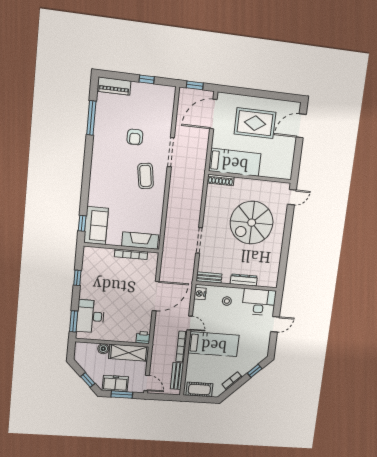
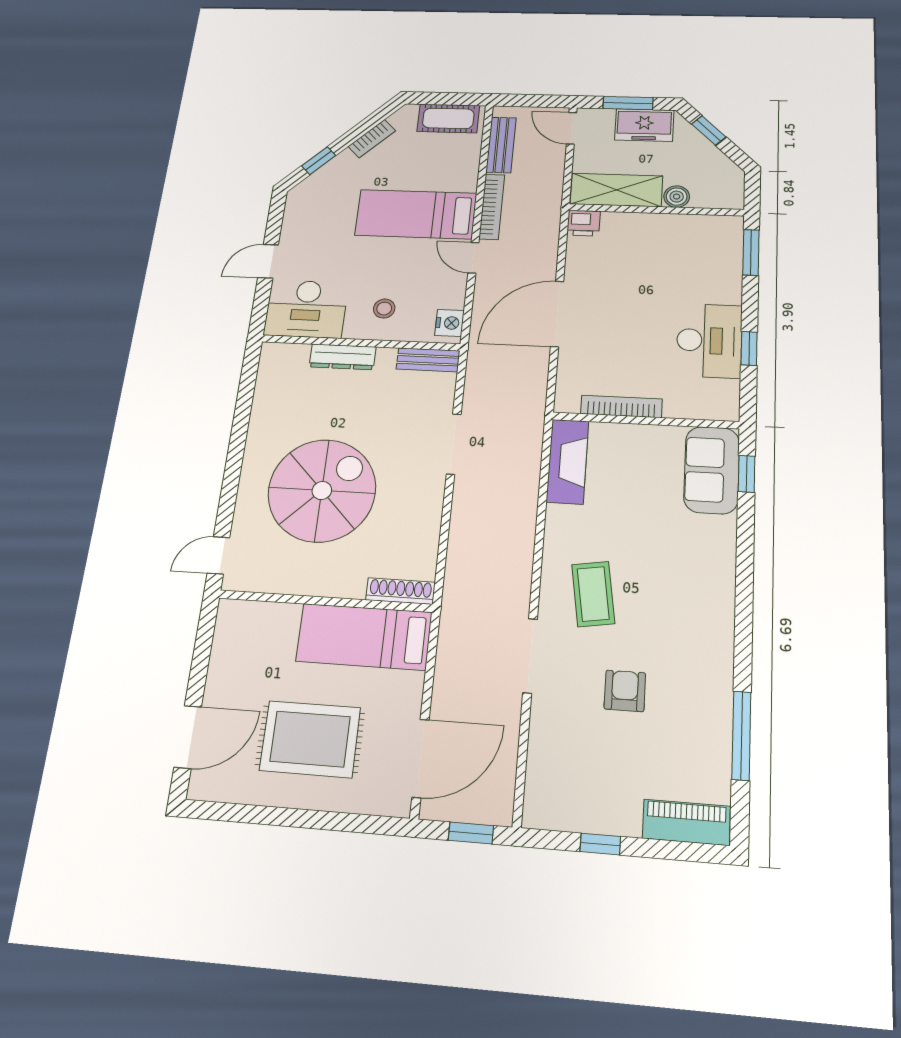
fireplace: (140, 241) -> (568, 461), moved, turned -90
desk: (90, 316) -> (709, 341), moved

